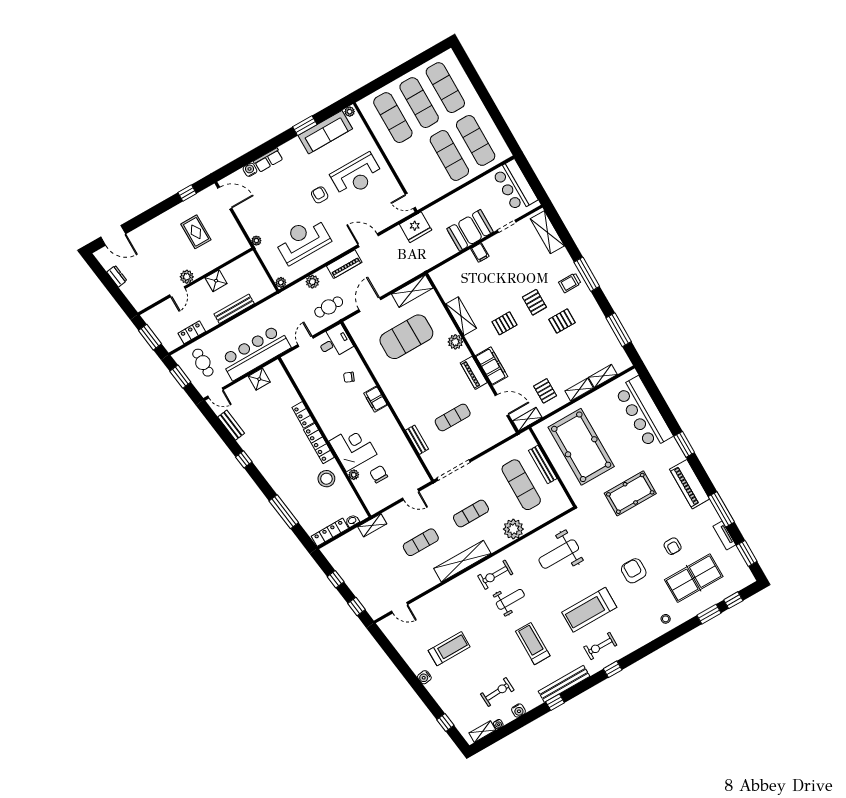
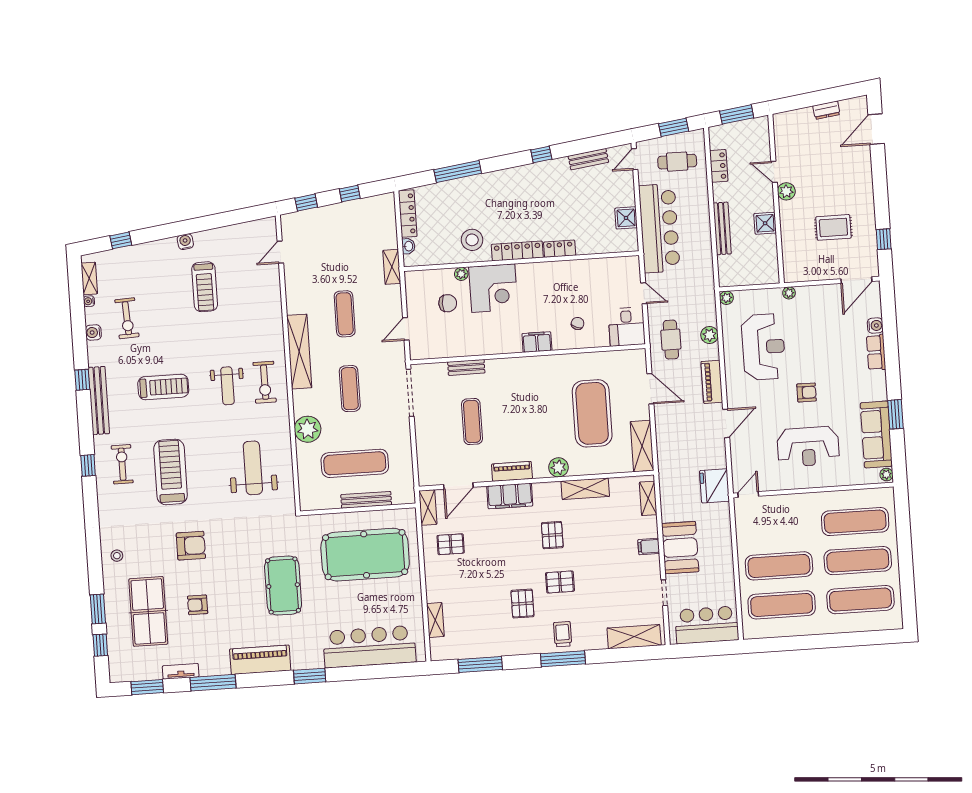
reception desk: (357, 176) -> (808, 447), turned -90
shelving: (579, 390) -> (648, 498), moved
exercise bike: (495, 575) -> (265, 382), turned 180

